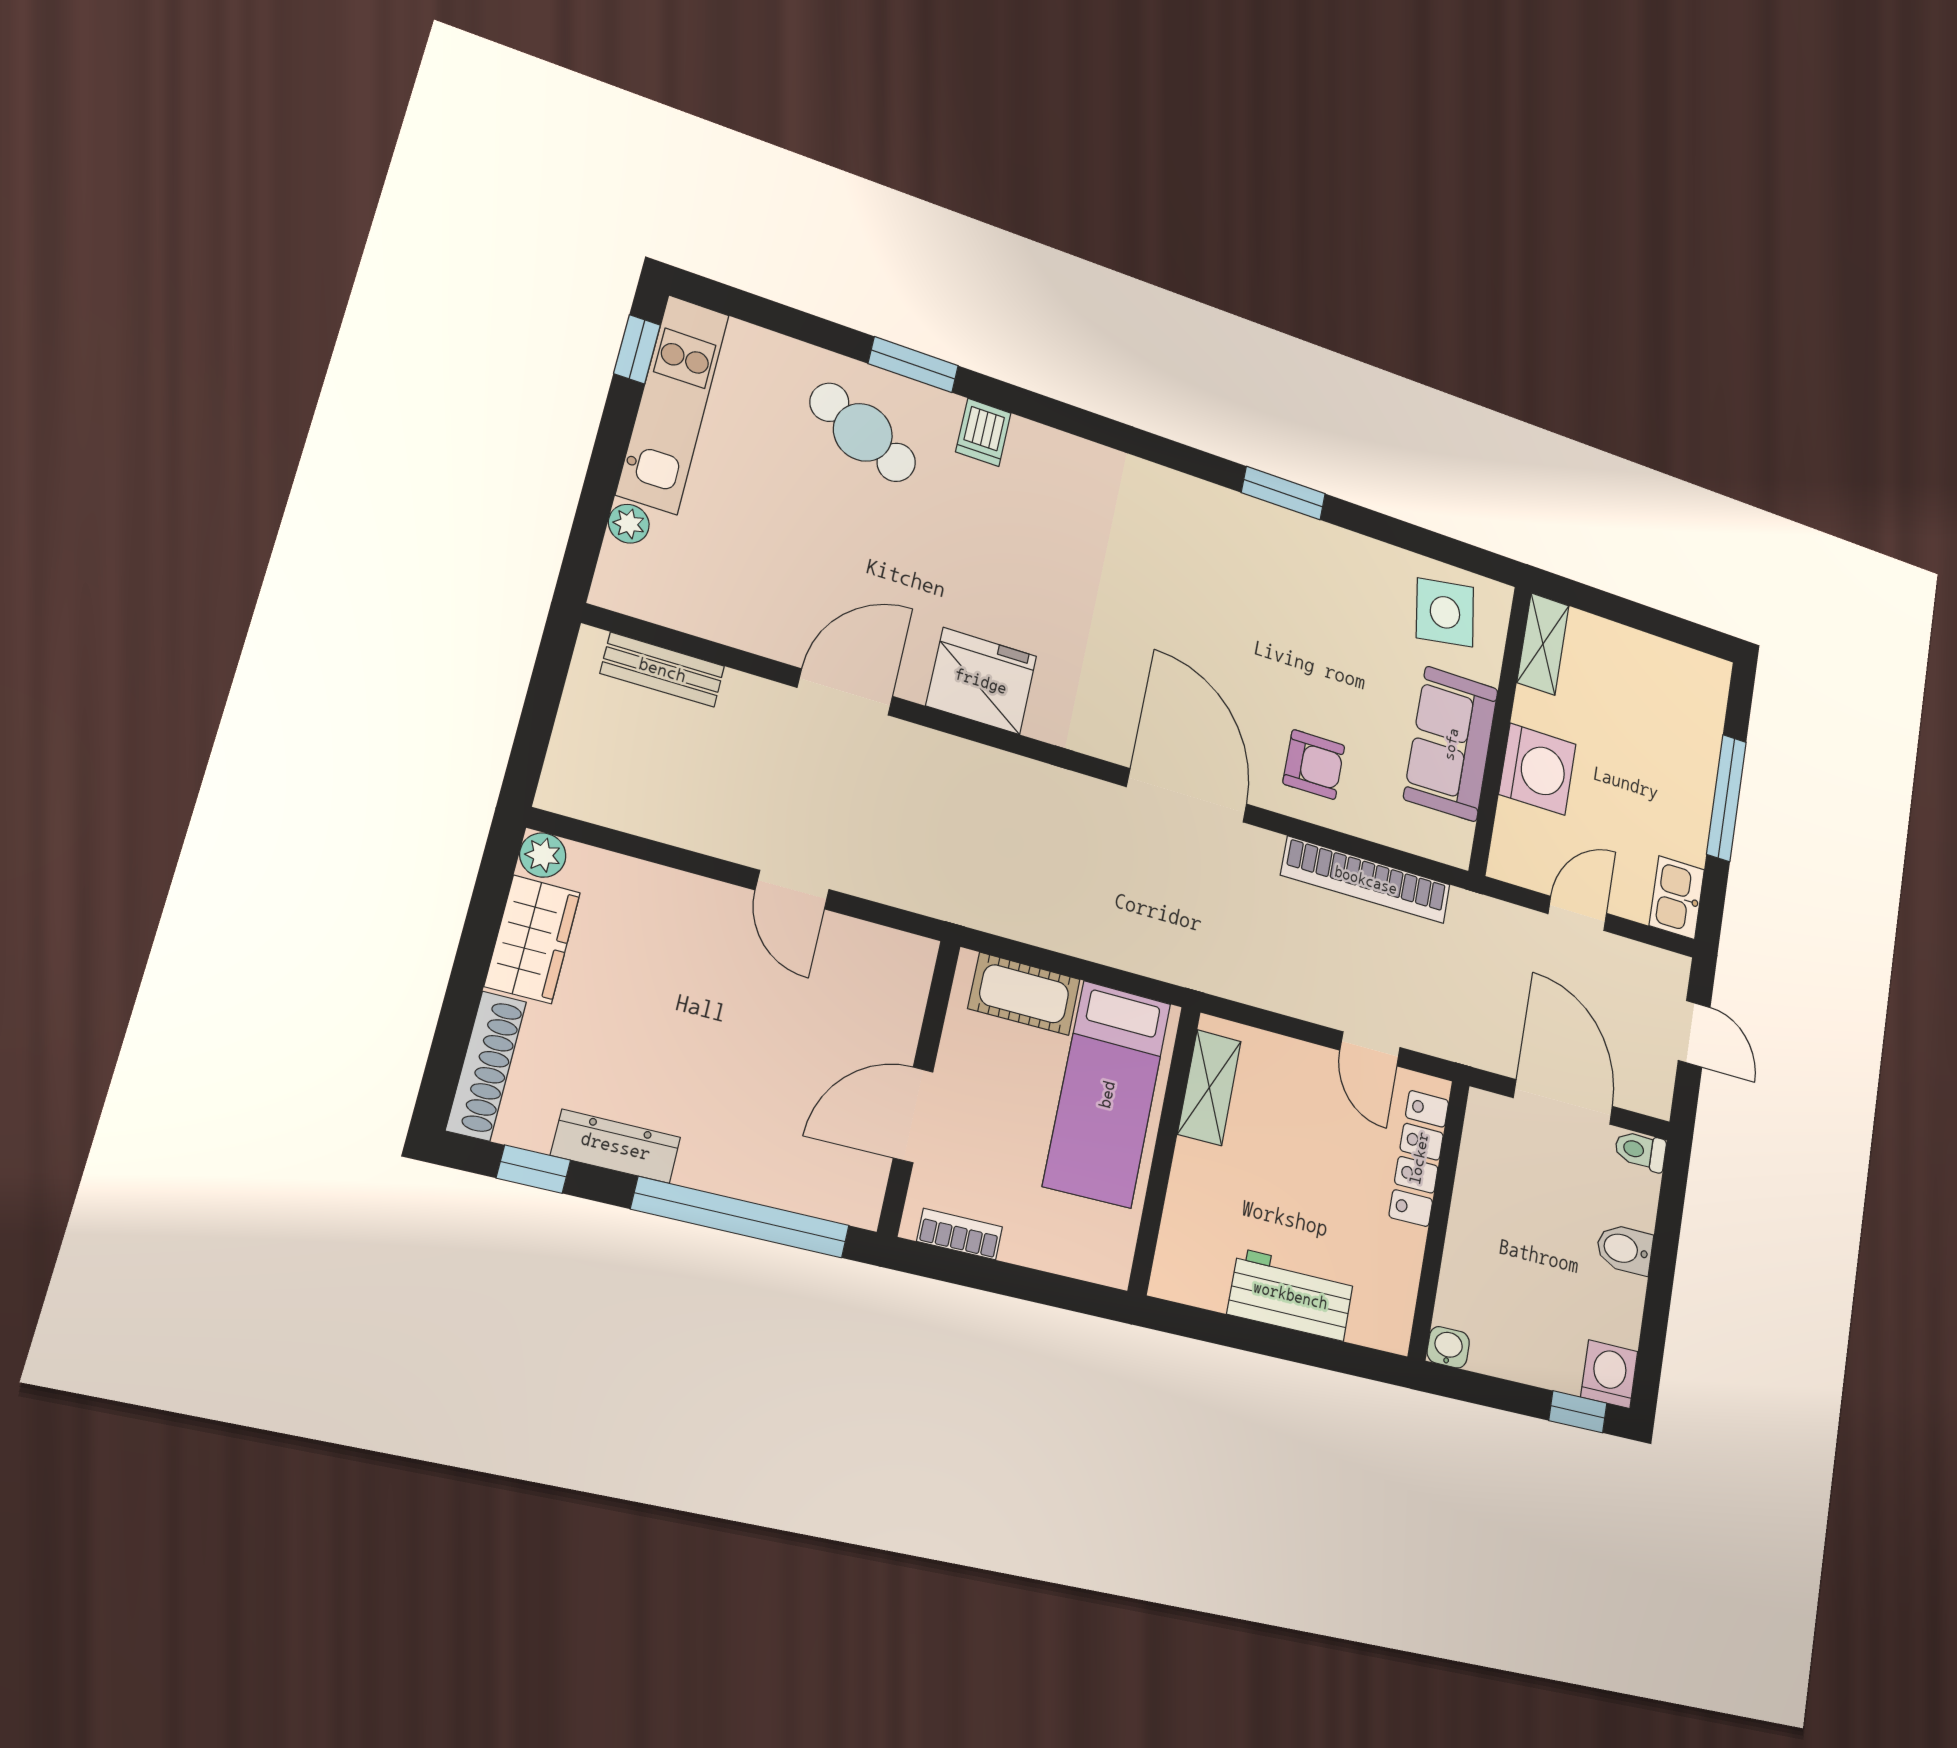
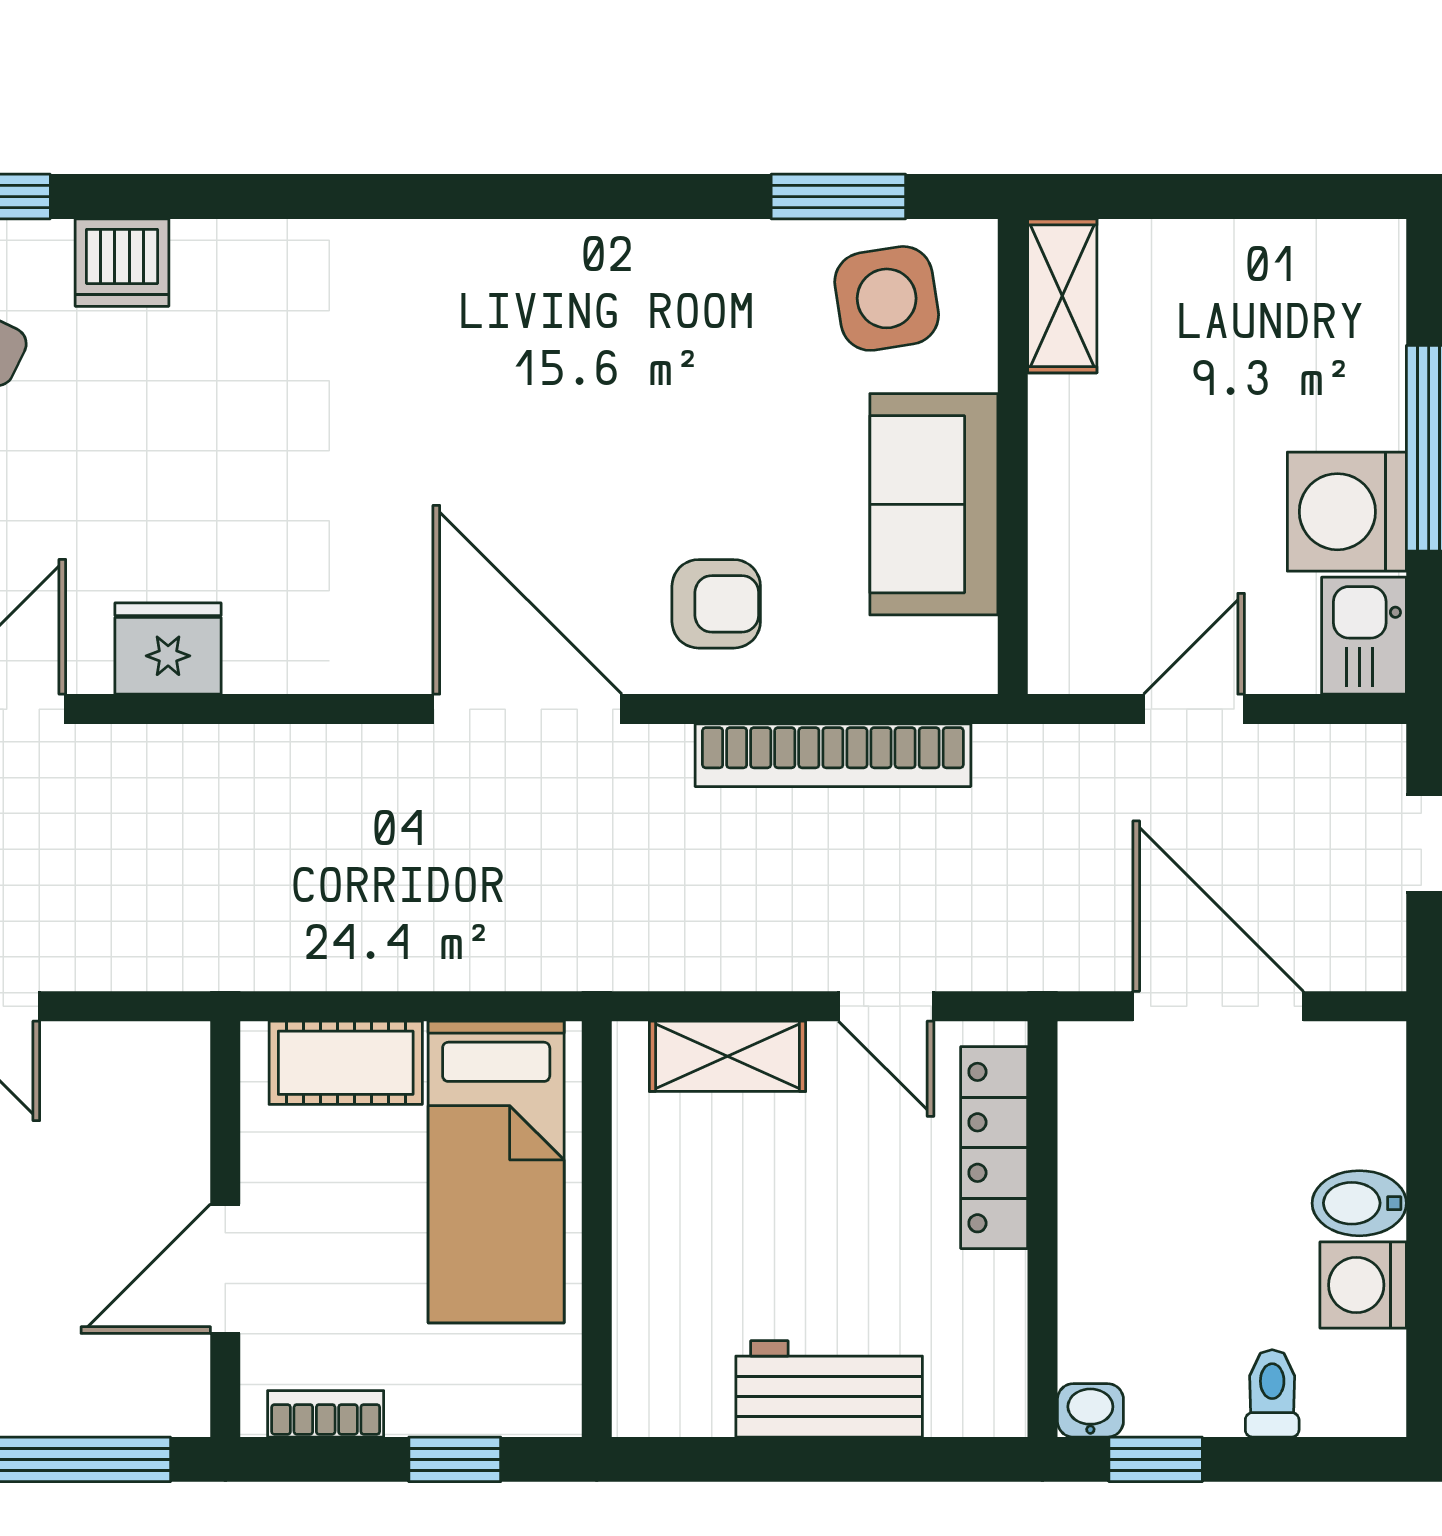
dishwasher: (983, 432) -> (122, 263), width x1.38
window: (1283, 493) -> (838, 197), moved
fridge: (981, 681) -> (168, 649), width x0.73, depth x0.75
washing machine: (1537, 769) -> (1347, 512), moved, turned 180
shelving: (1209, 1088) -> (728, 1056), moved, turned 90
toilet: (1640, 1151) -> (1272, 1393), moved, turned 90
window: (1040, 1287) -> (455, 1459), added
washing machine: (1609, 1374) -> (1363, 1285), moved, turned -90
window: (1578, 1412) -> (1156, 1459), moved

